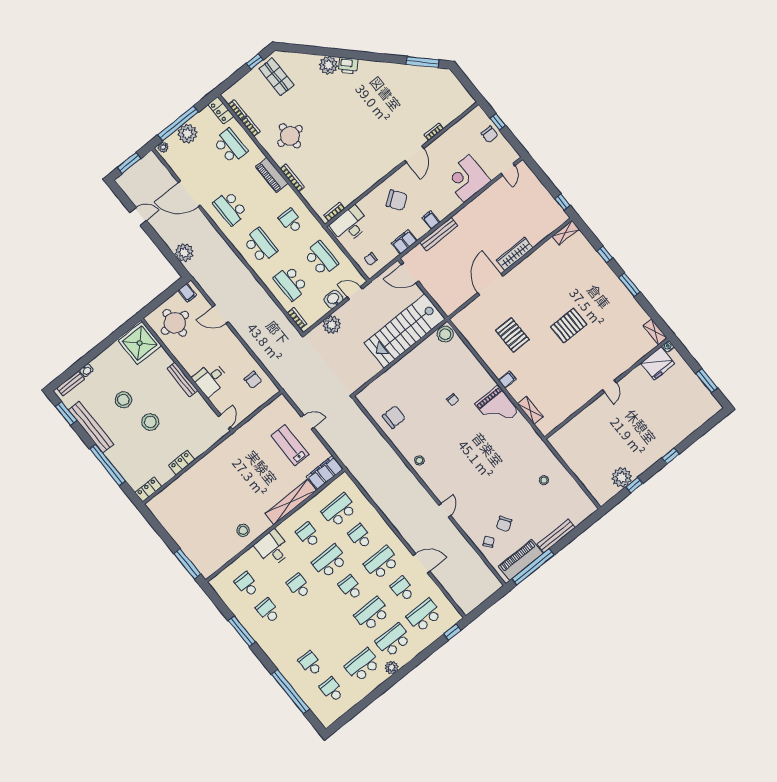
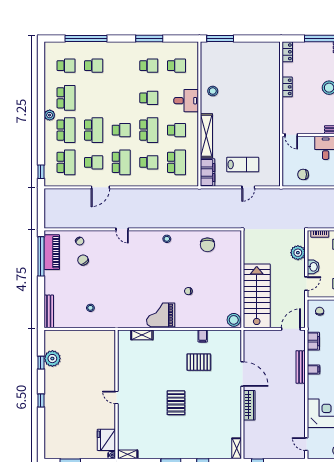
filing cabinet: (507, 380) -> (203, 336), moved
bench: (556, 536) -> (49, 311), moved

